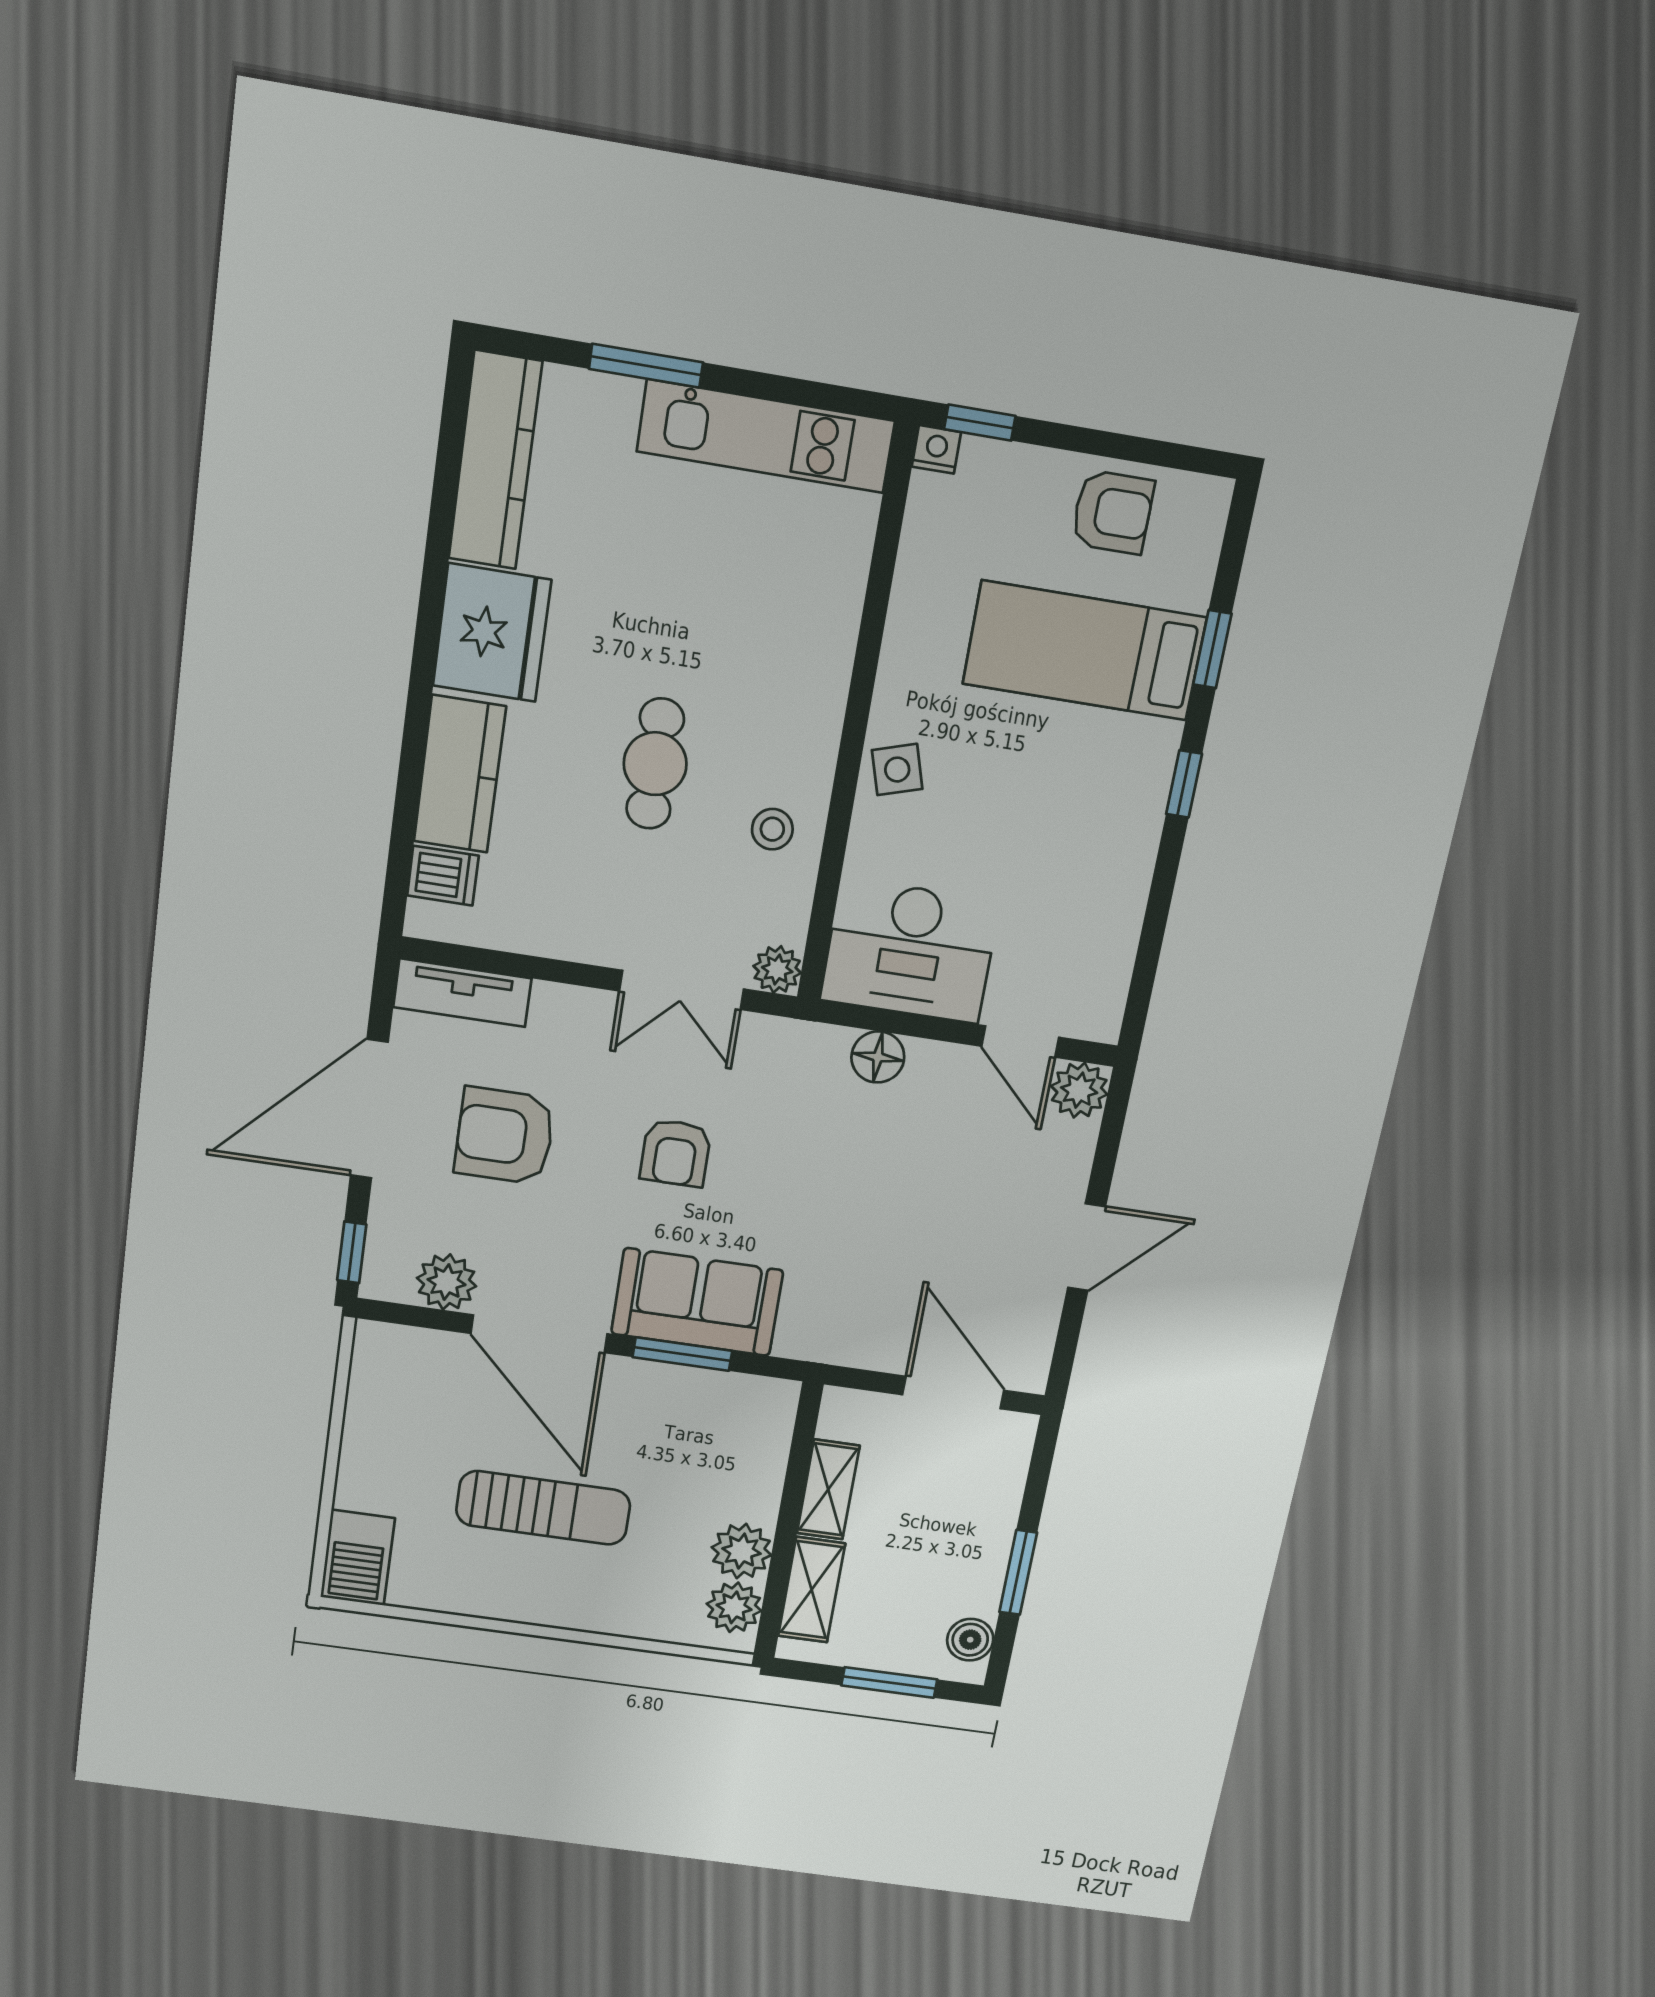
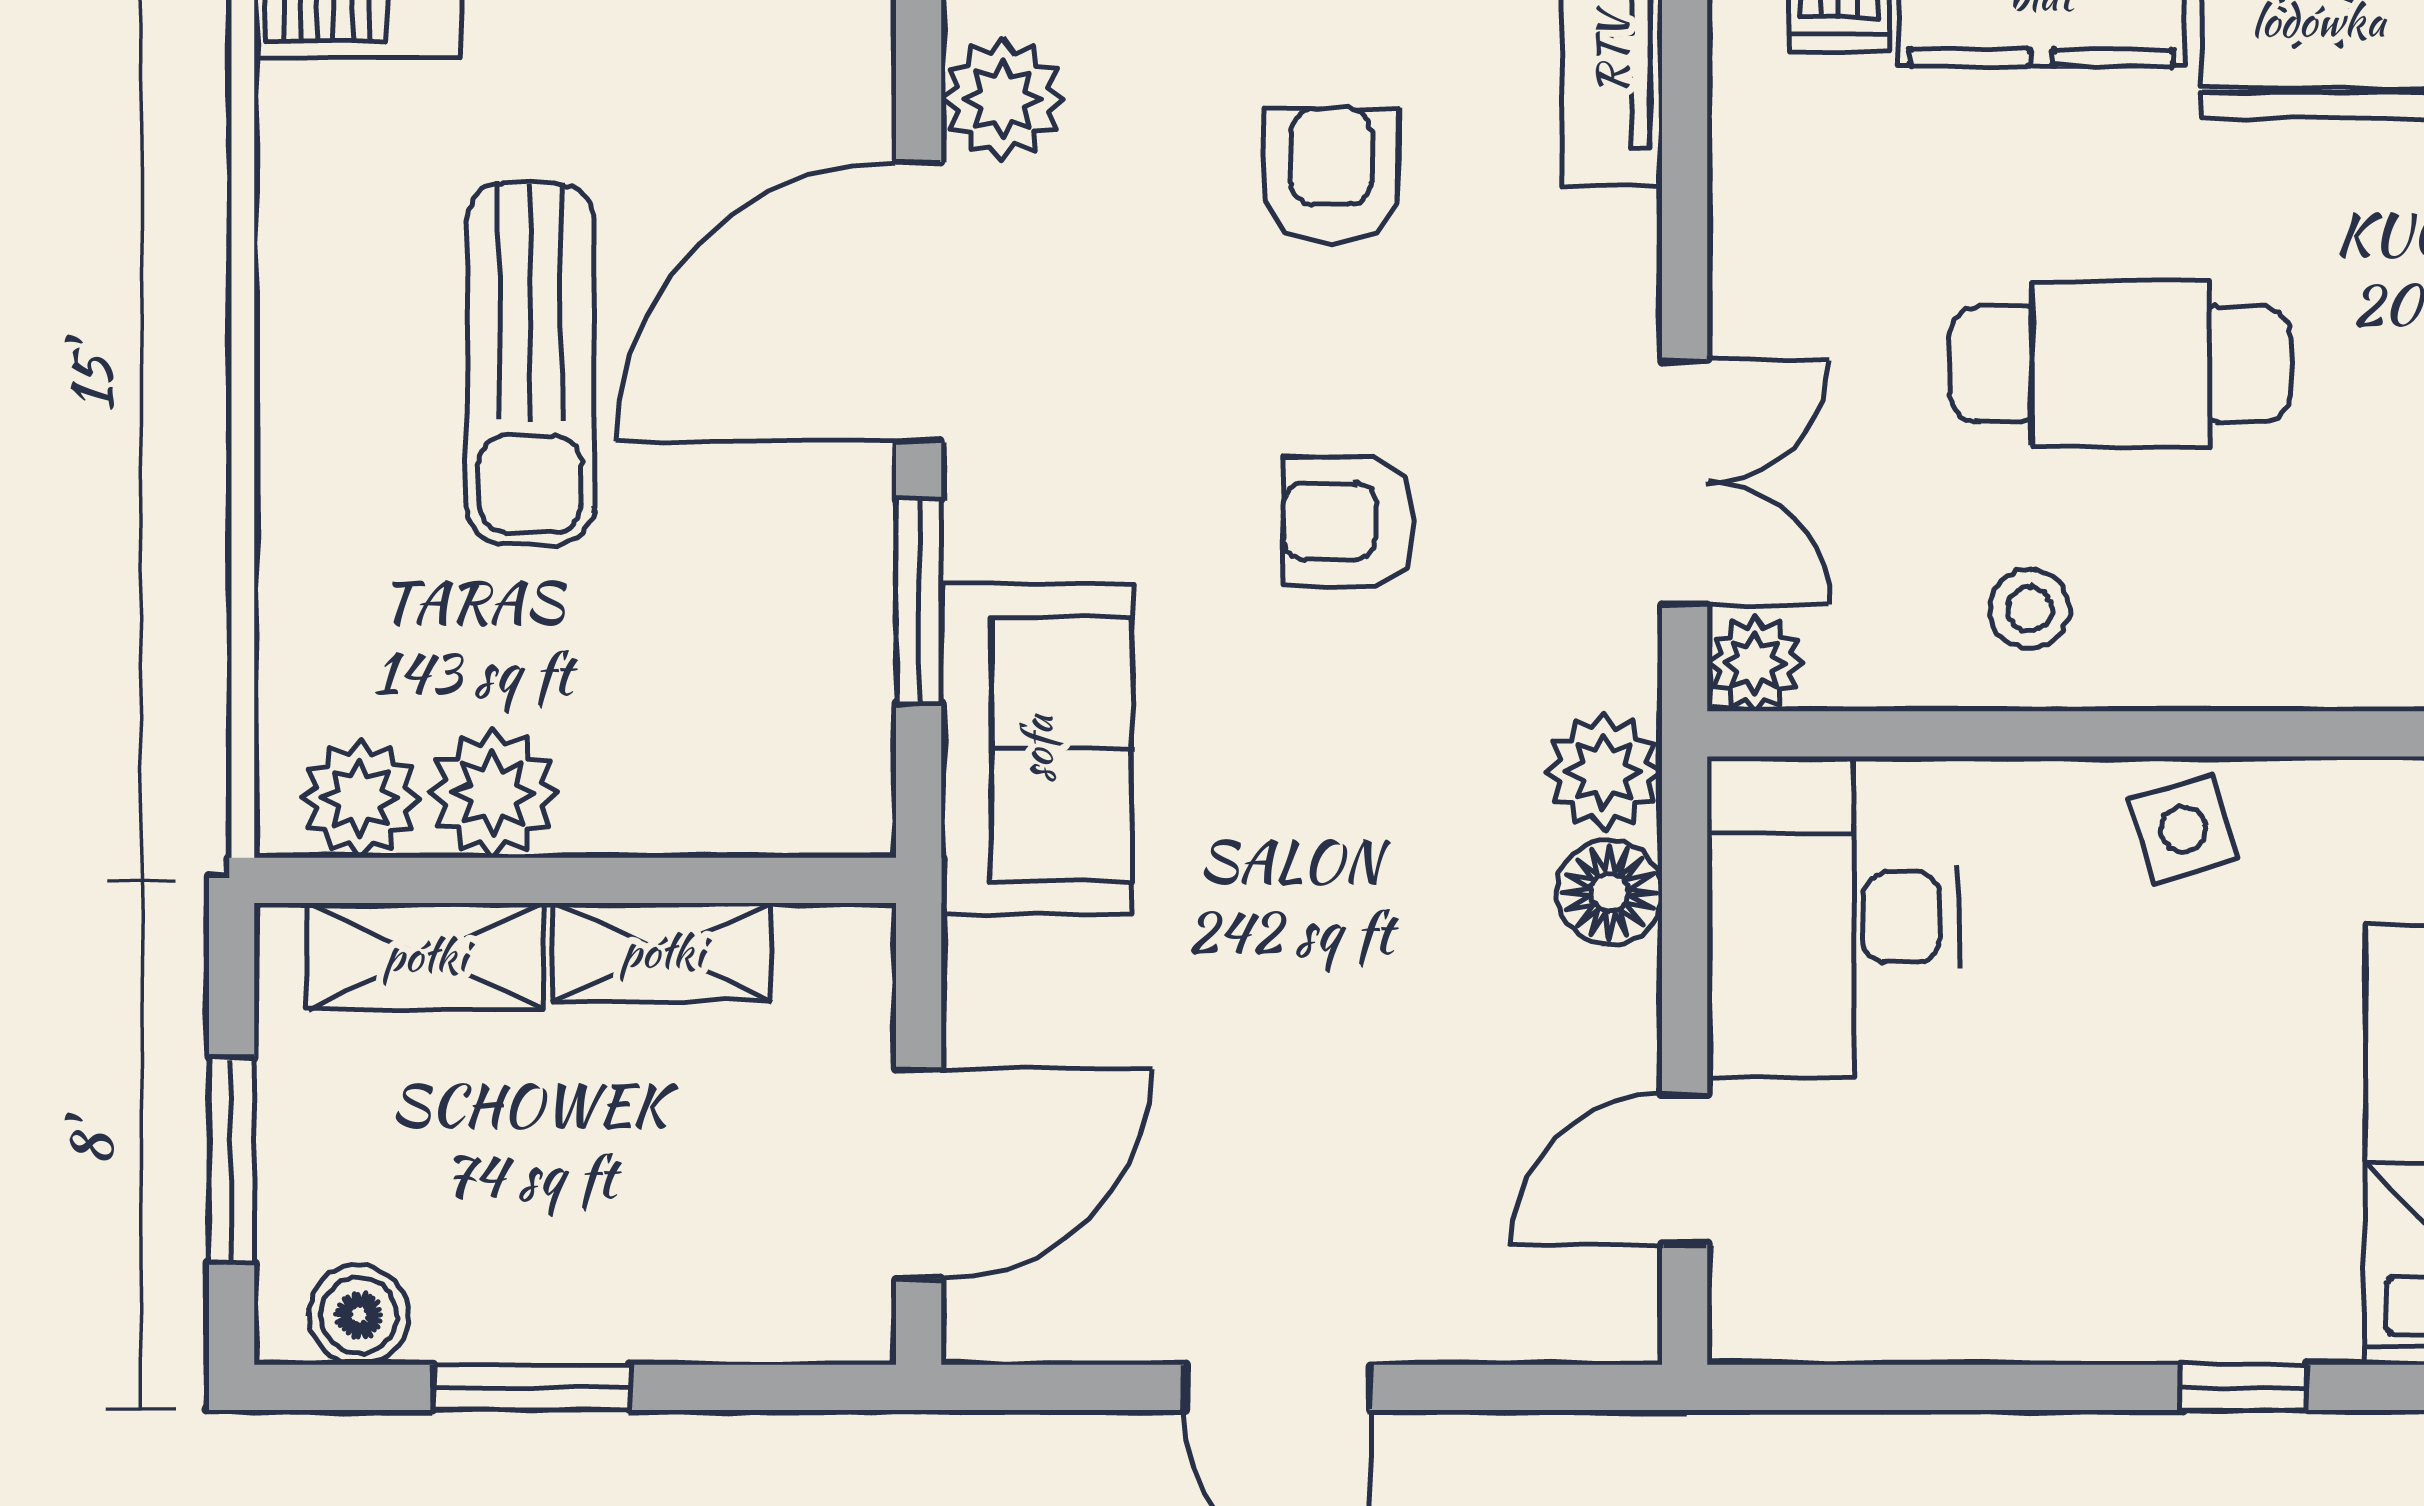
cafe table: (655, 764) -> (2120, 364), width x1.37, depth x1.35
double door: (682, 990) -> (1685, 482), swing flipped
plant: (1079, 1090) -> (1604, 772), moved
armchair: (505, 1136) -> (1331, 175), width x0.72, depth x0.72
sofa: (697, 1302) -> (1037, 749), moved

